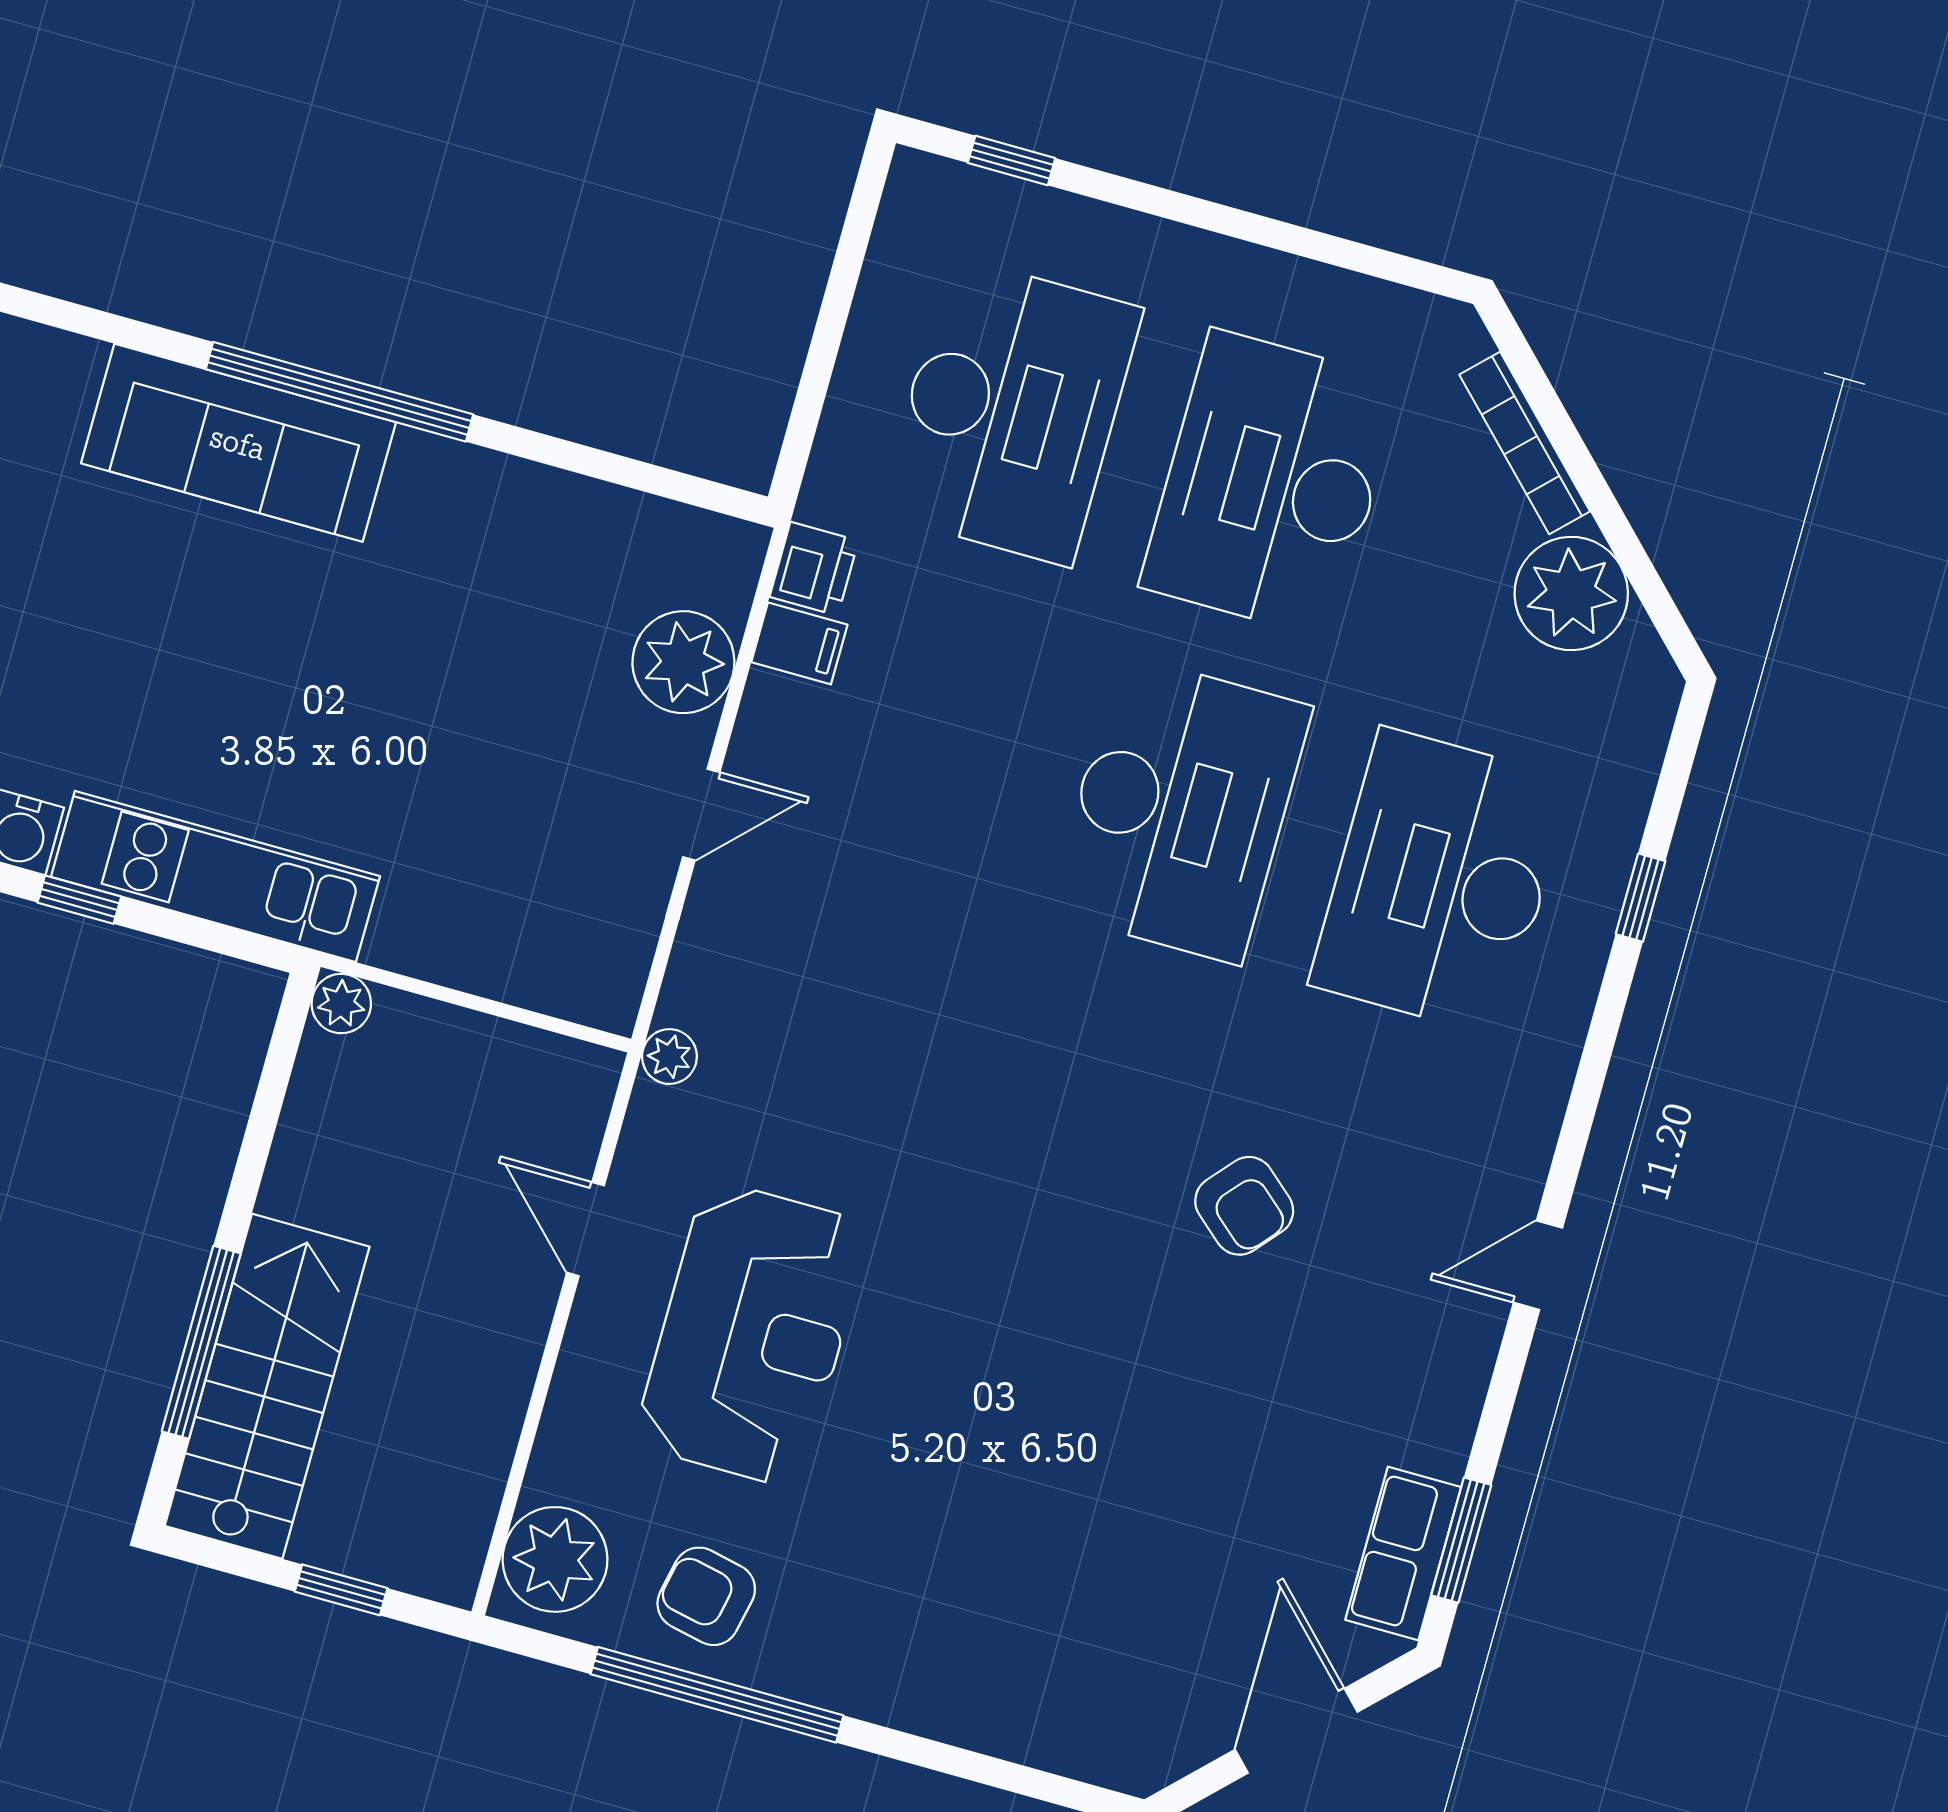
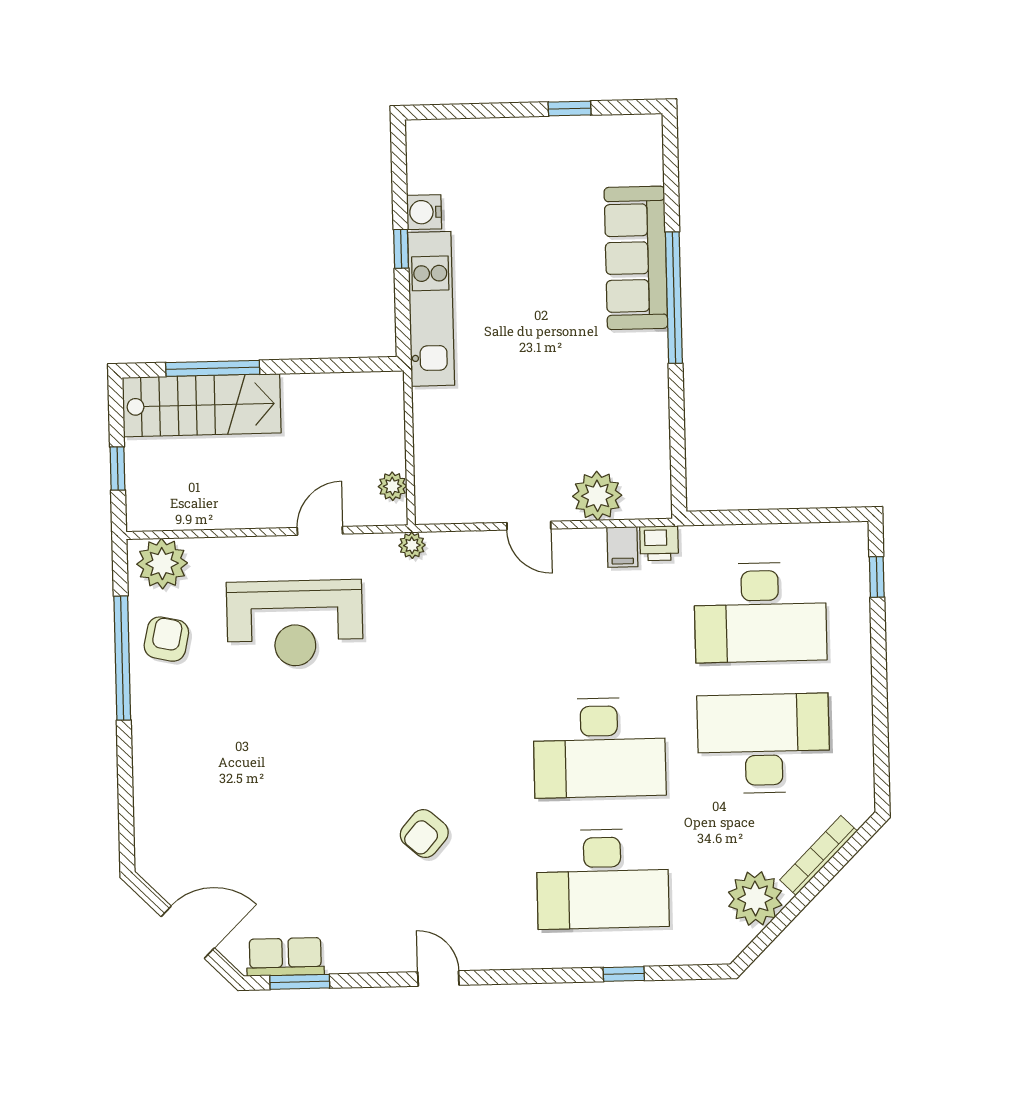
desk: (1441, 882) -> (603, 879), turned 180
plant: (341, 1004) -> (392, 486), moved

